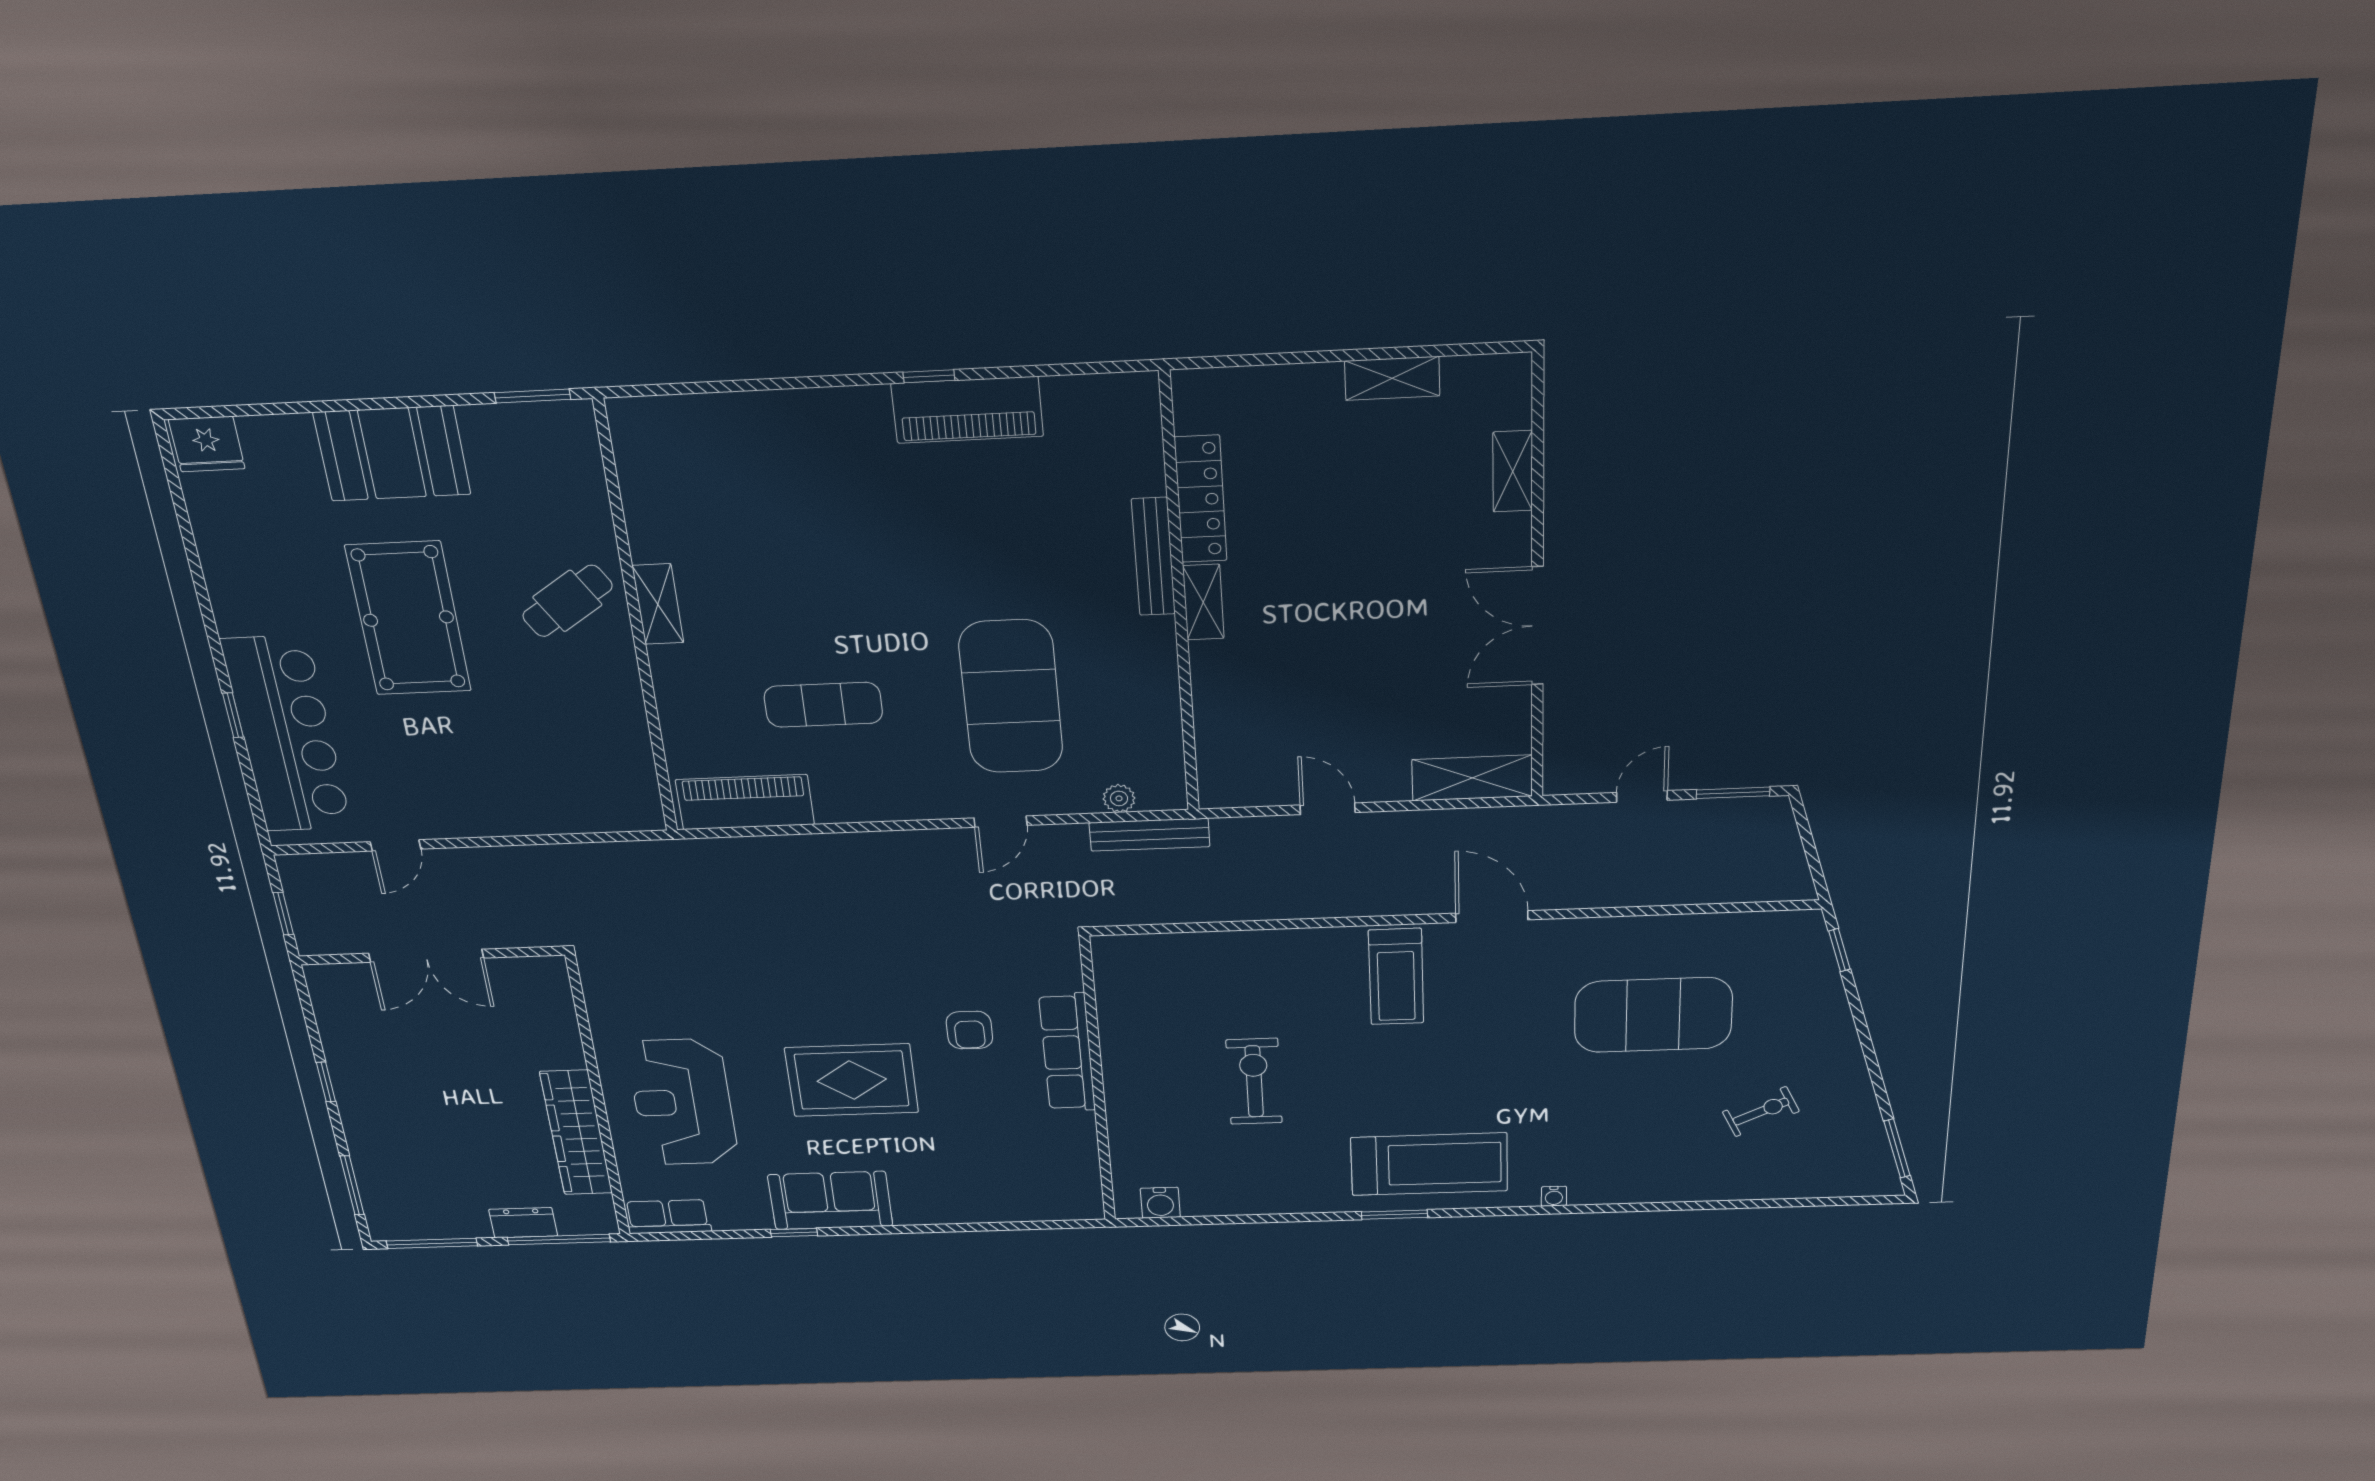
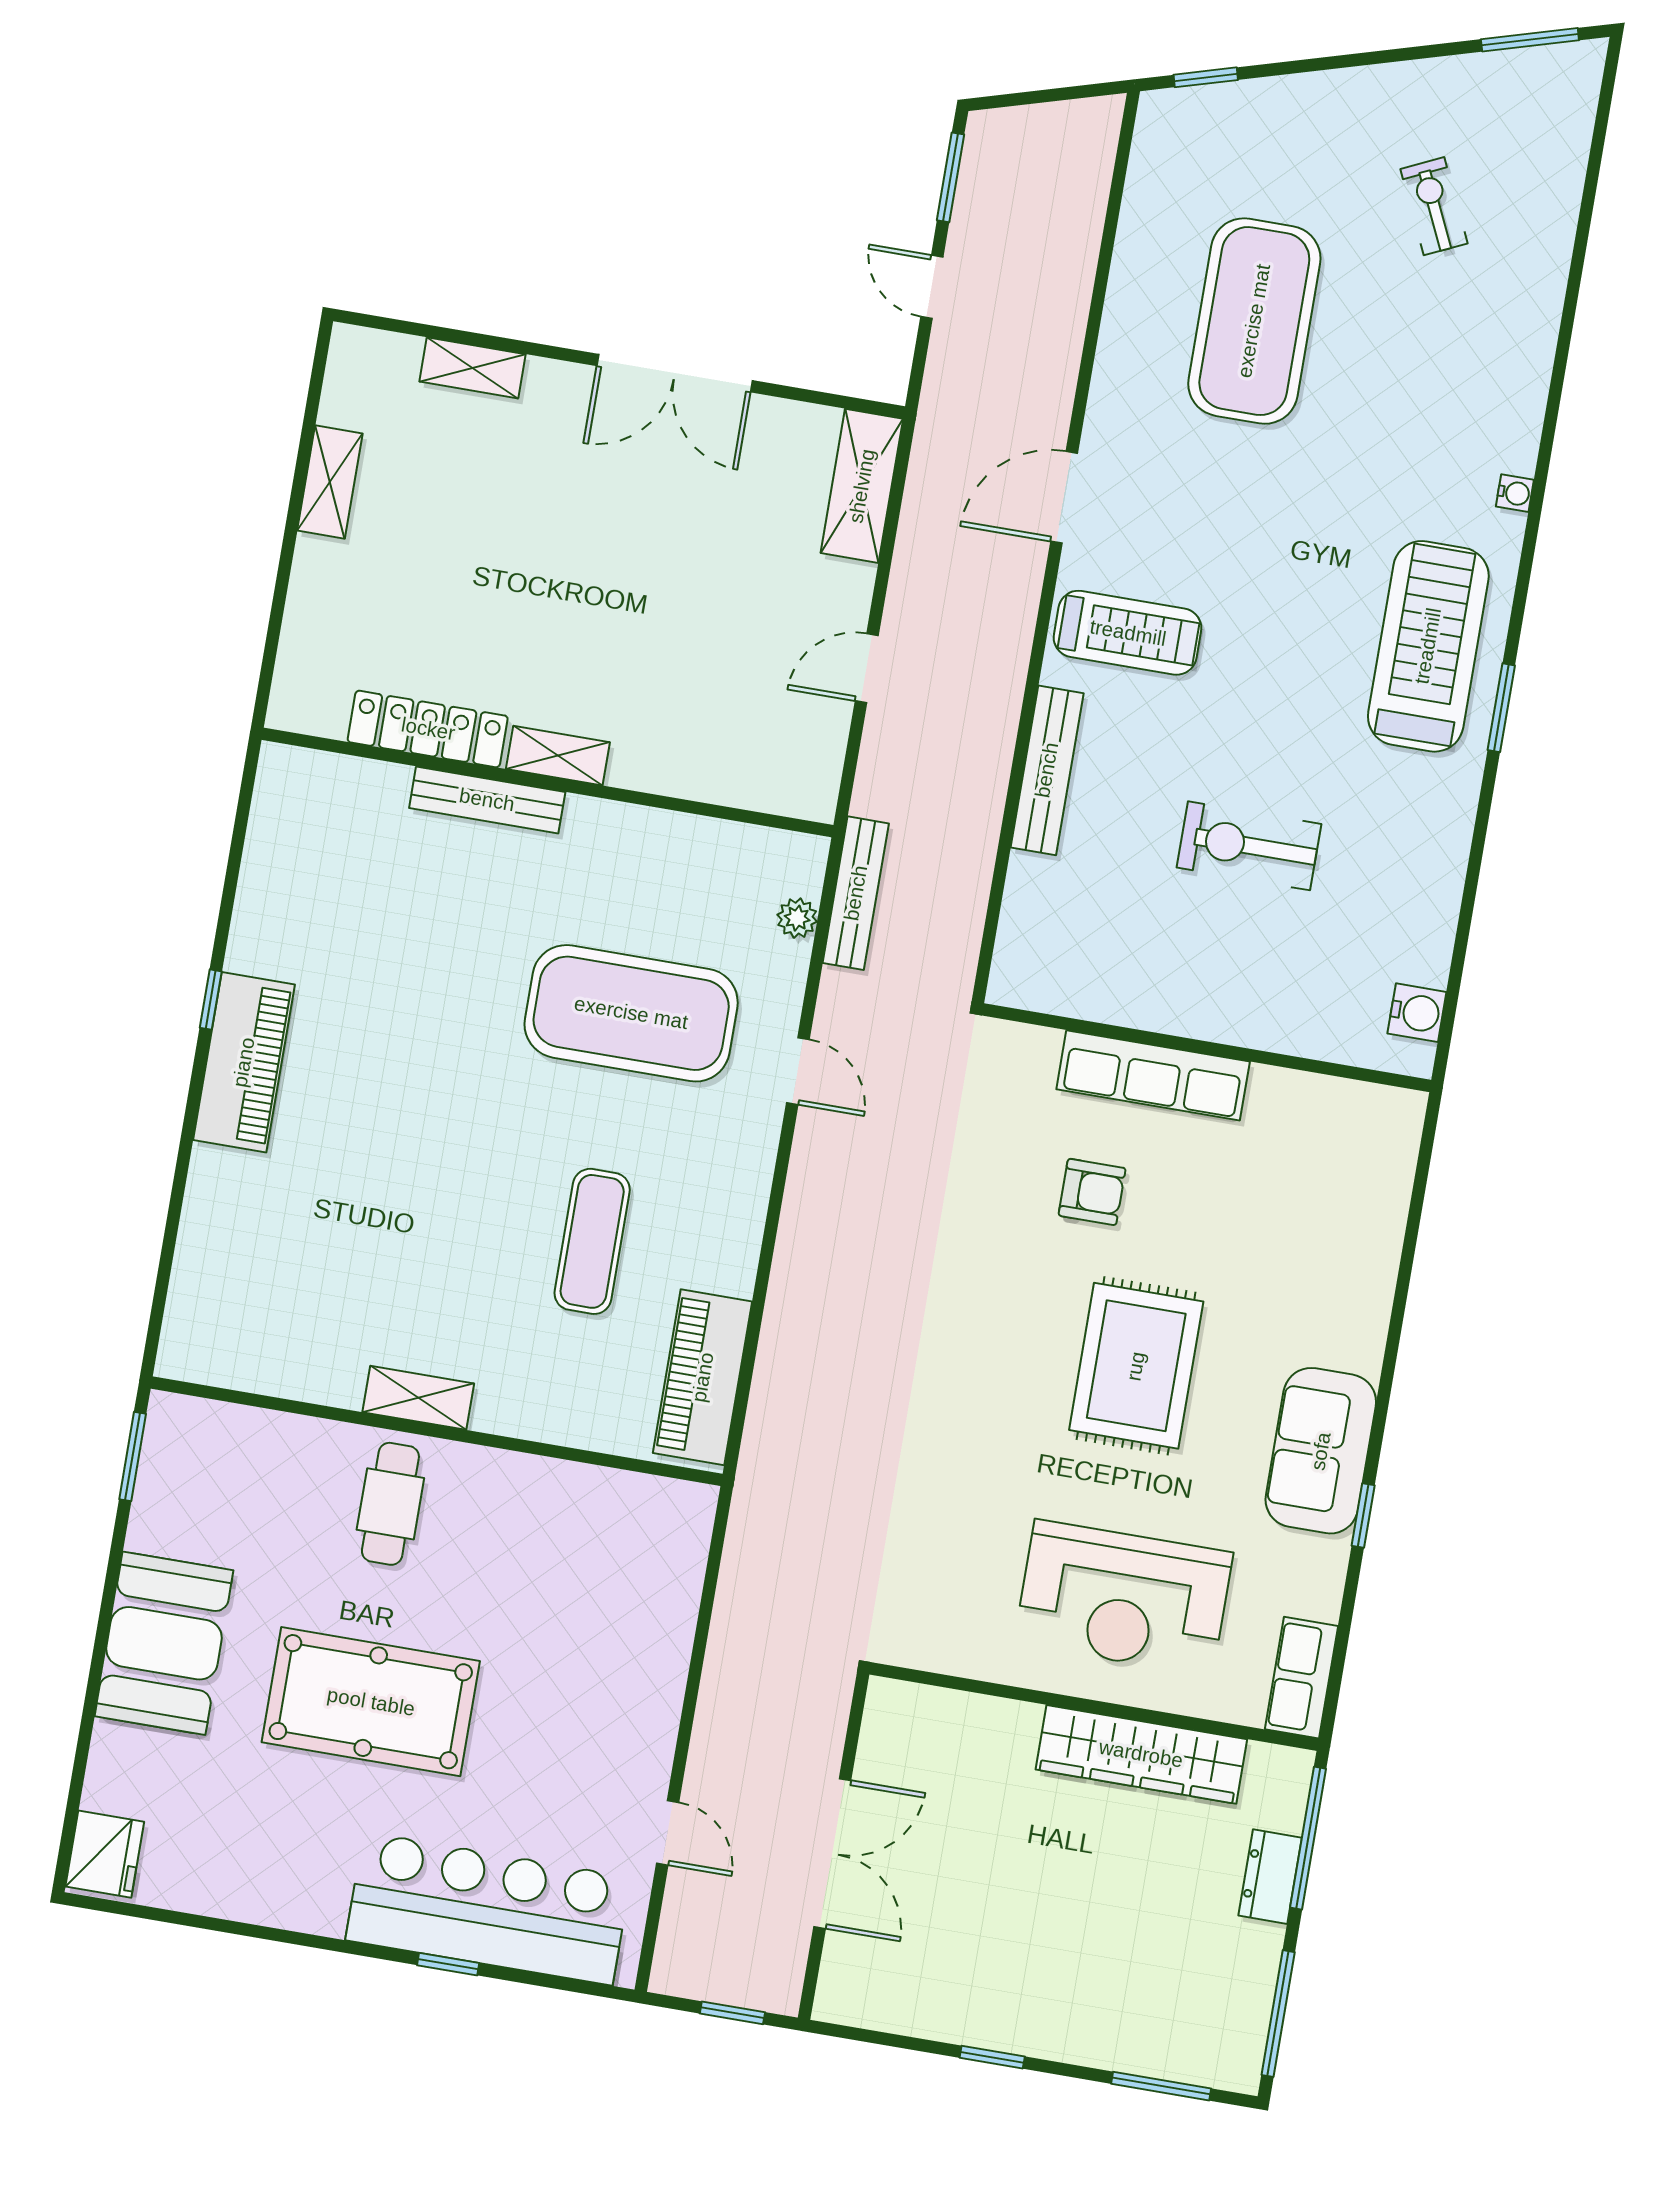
piano: (967, 410) -> (244, 1062), moved
cafe table: (567, 601) -> (390, 1504), turned 33
bench: (1278, 944) -> (1047, 770), added

